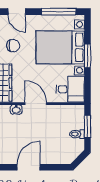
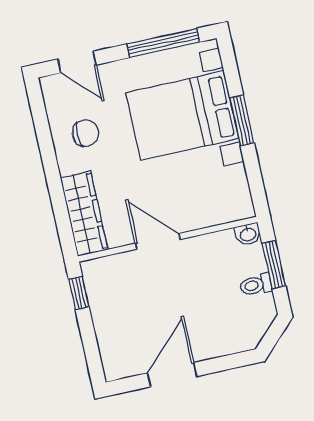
desk: (70, 89) -> (222, 196), removed
washbasin: (16, 110) -> (248, 234), moved

